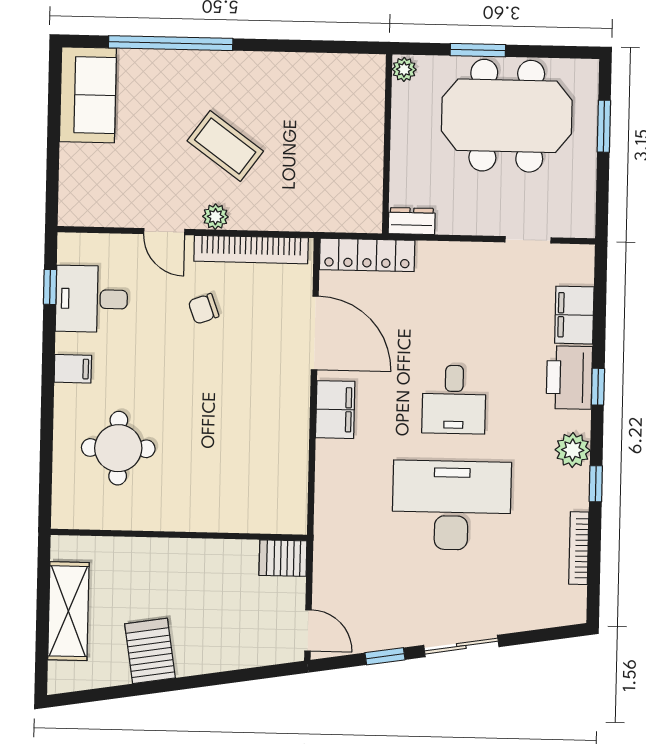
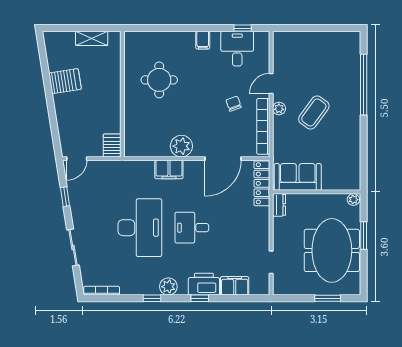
sofa: (88, 95) -> (298, 177), moved, turned 180
filing cabinet: (335, 410) -> (169, 169), moved
plant: (288, 417) -> (181, 146), added
round table: (118, 448) -> (159, 80), moved
bookcase: (579, 548) -> (102, 291), moved
shelving: (68, 611) -> (92, 38), width x0.67, depth x0.75
sliding door: (461, 646) -> (73, 248), moved

